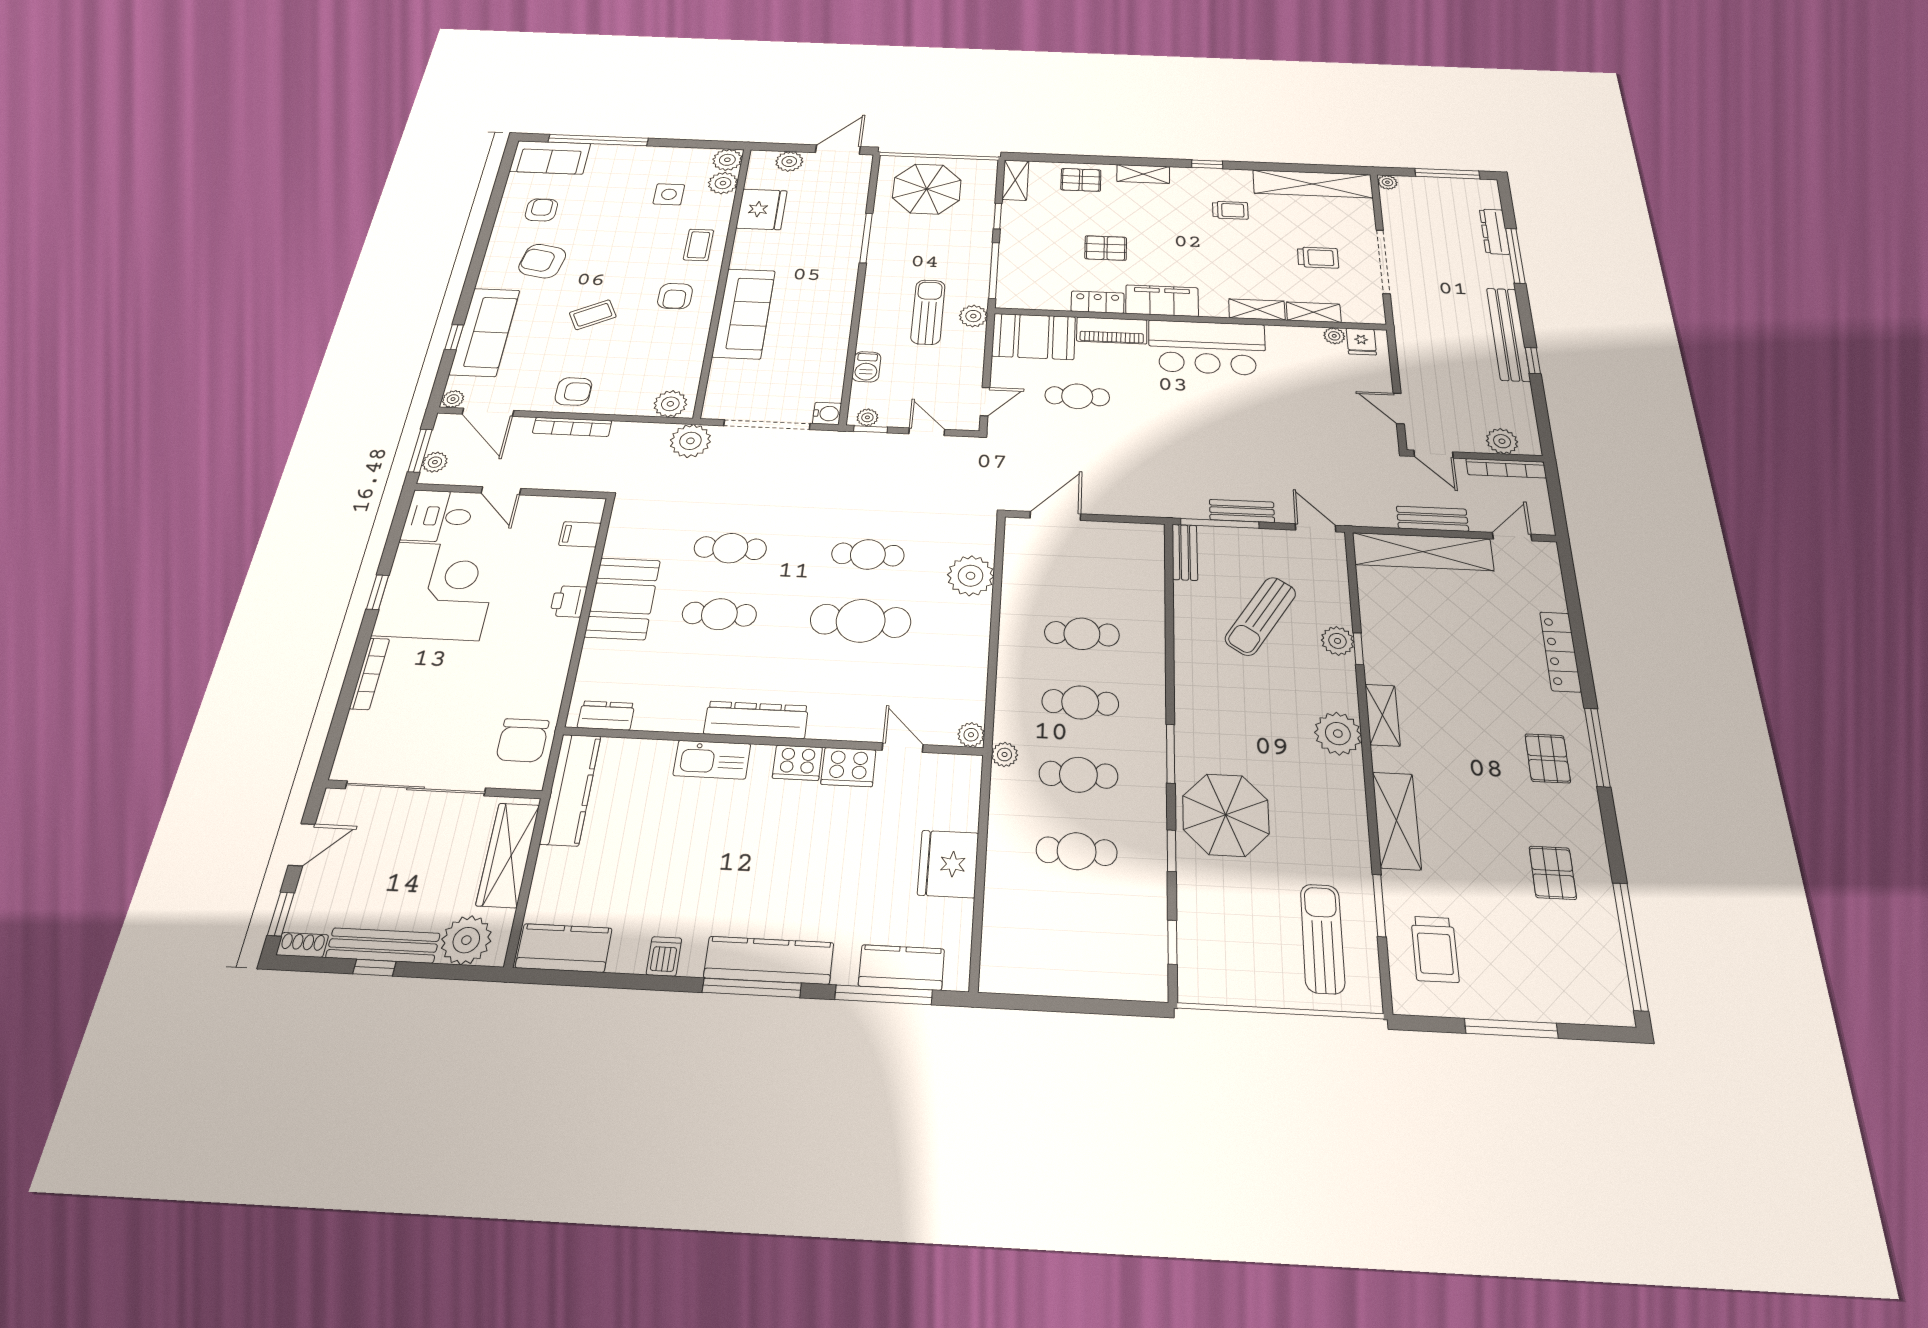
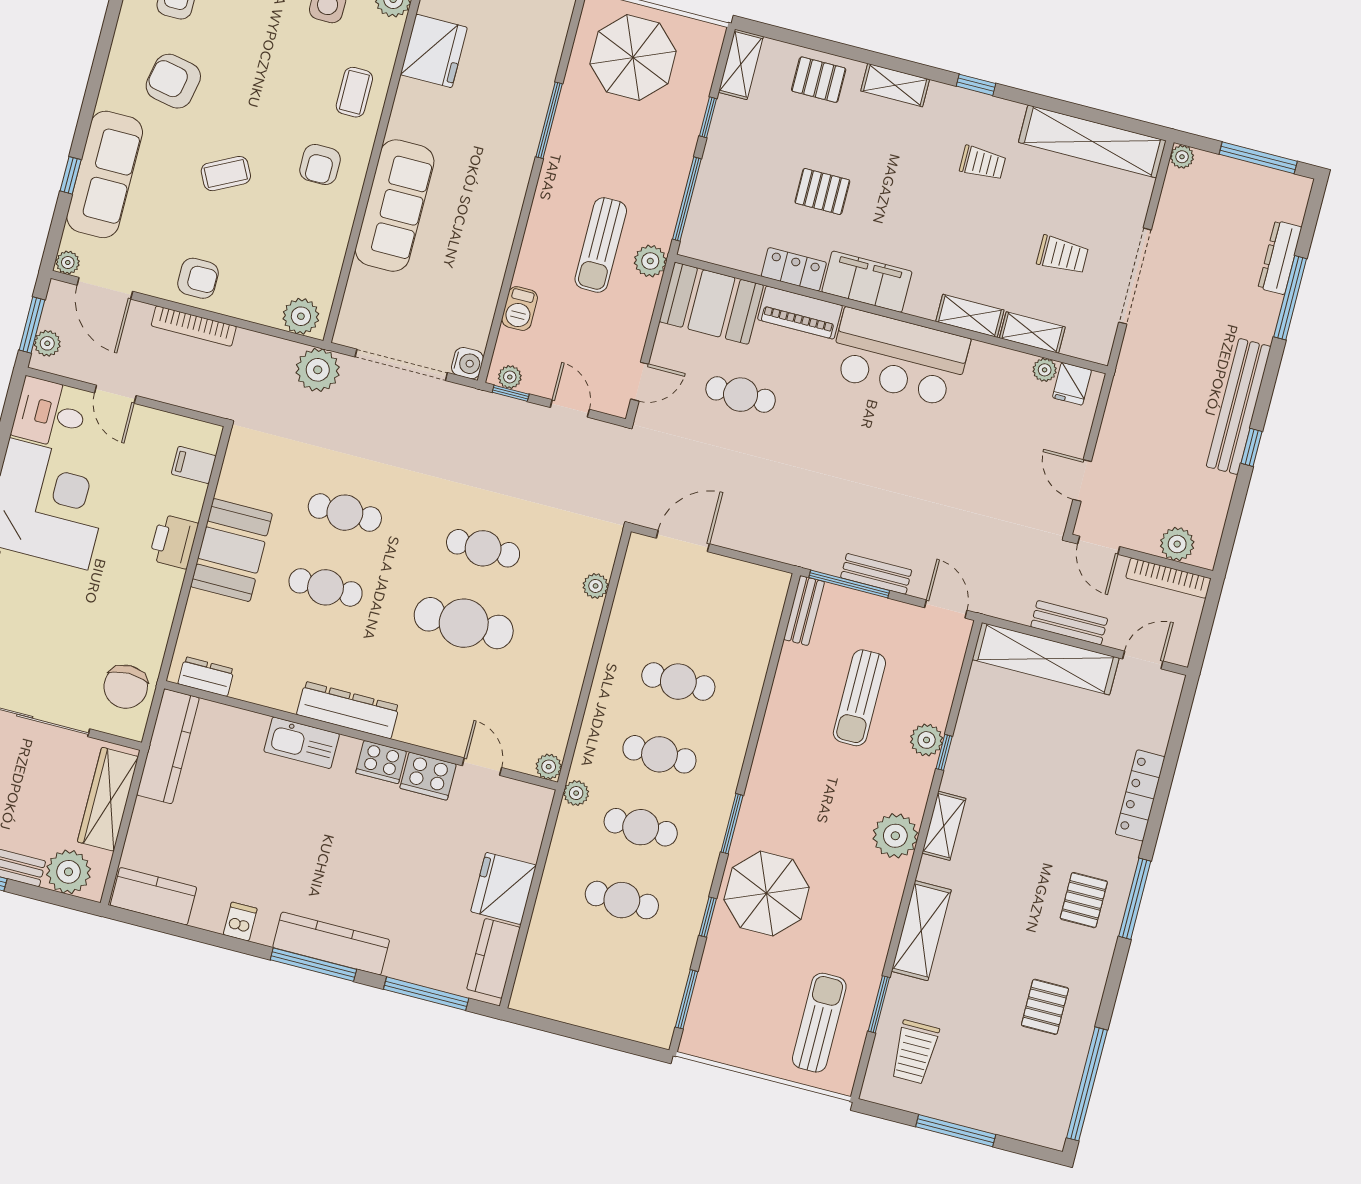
sun lounger: (928, 312) -> (601, 245), turned 180
plant: (971, 576) -> (596, 586), width x0.53, depth x0.53
printer: (568, 601) -> (174, 541), width x1.36, depth x1.24
sun lounger: (1261, 616) -> (859, 698), turned -33
window: (1172, 942) -> (687, 999), width x1.50
kitchen counter: (901, 967) -> (493, 958), moved, turned -90

